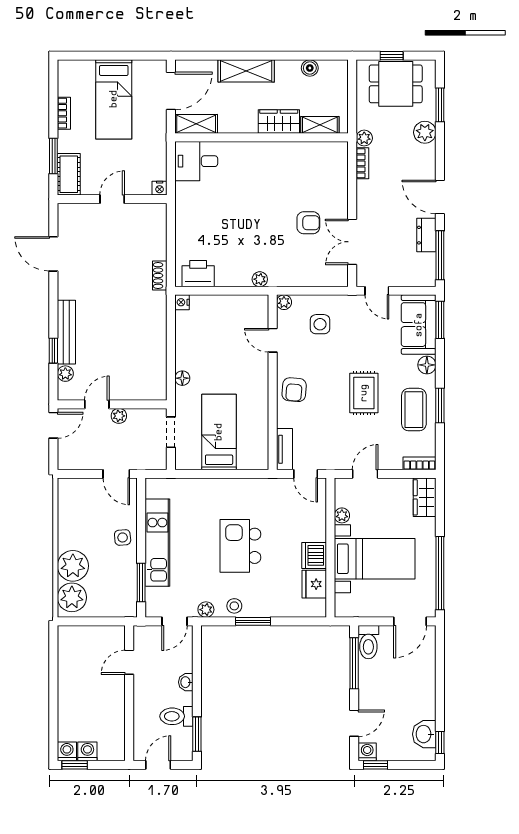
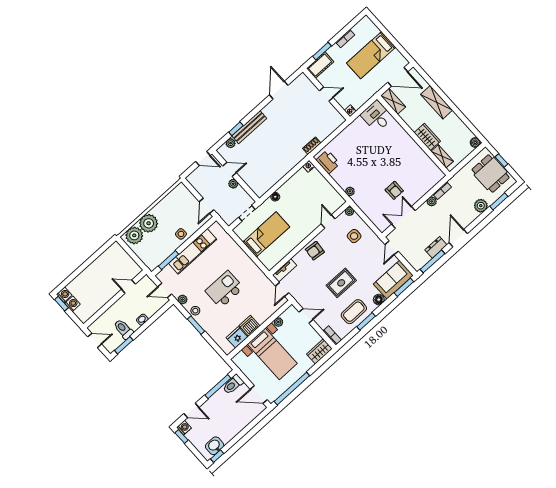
boiler: (310, 68) -> (475, 142), moved
plant: (364, 138) -> (432, 201), moved

